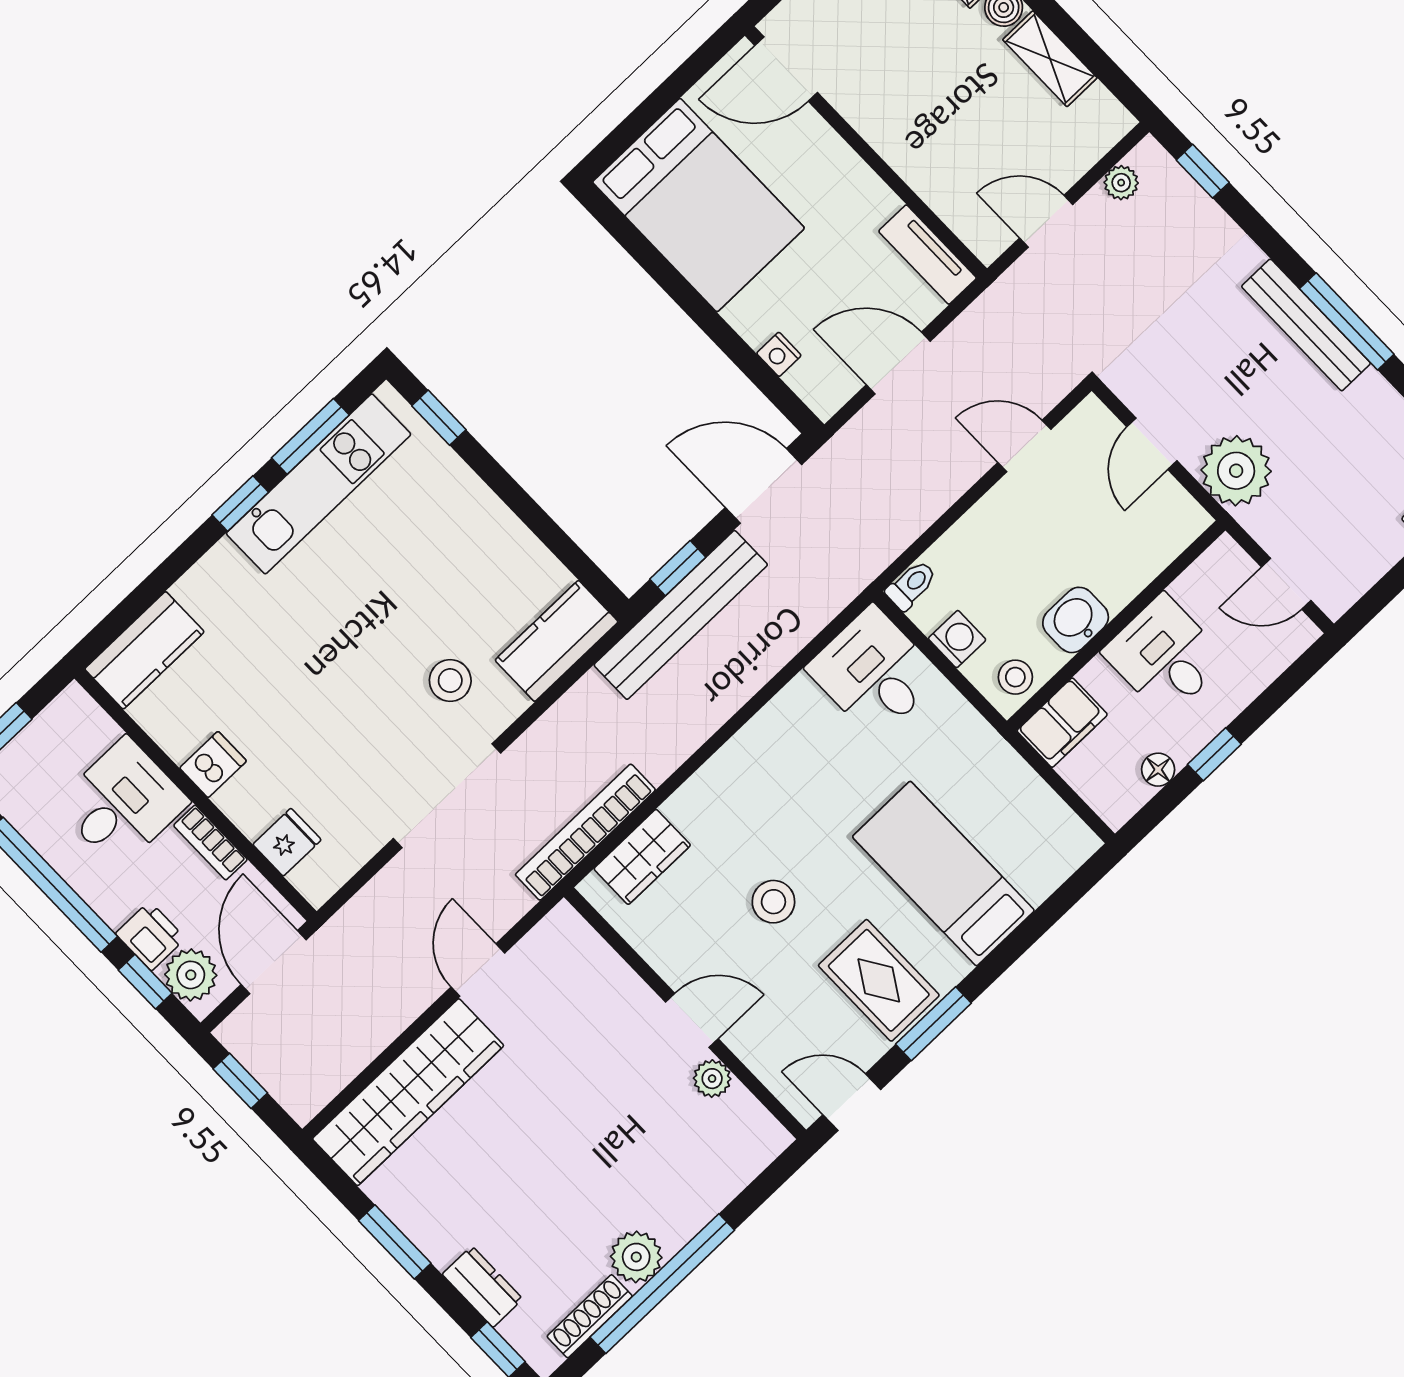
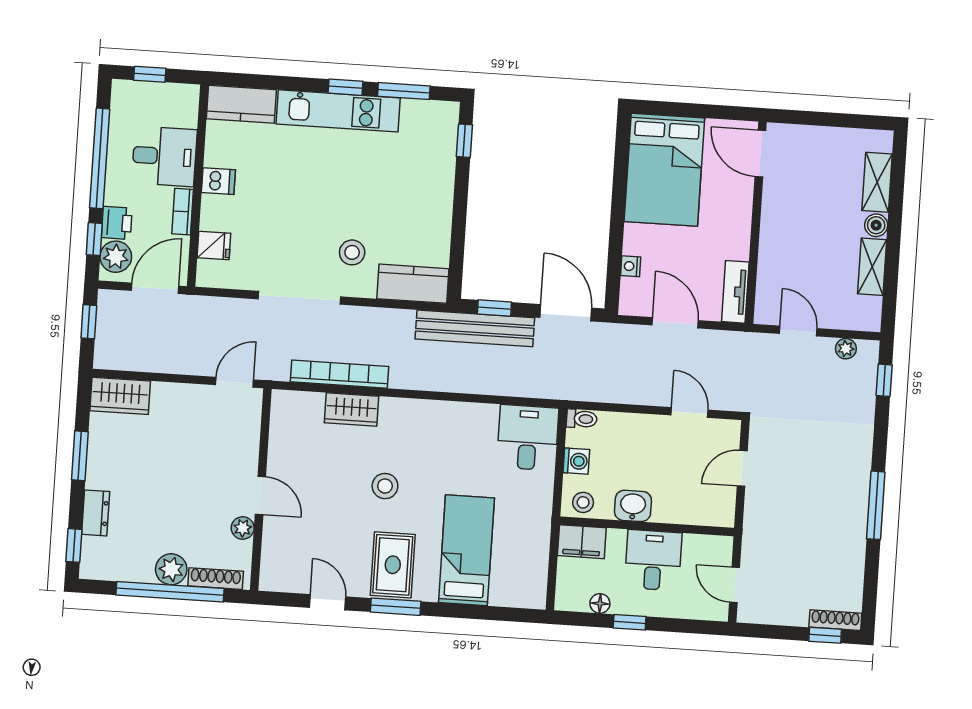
bench: (1306, 325) -> (858, 489), removed
plant: (1236, 471) -> (764, 517), removed
kitchen unit: (319, 484) -> (338, 111), moved
wall: (685, 1013) -> (261, 490), moved
door: (692, 1020) -> (260, 495), moved
plant: (712, 1079) -> (243, 528), moved
wardrobe: (408, 1092) -> (120, 396), width x0.48, depth x0.85
shoe rack: (590, 1316) -> (216, 579), moved

